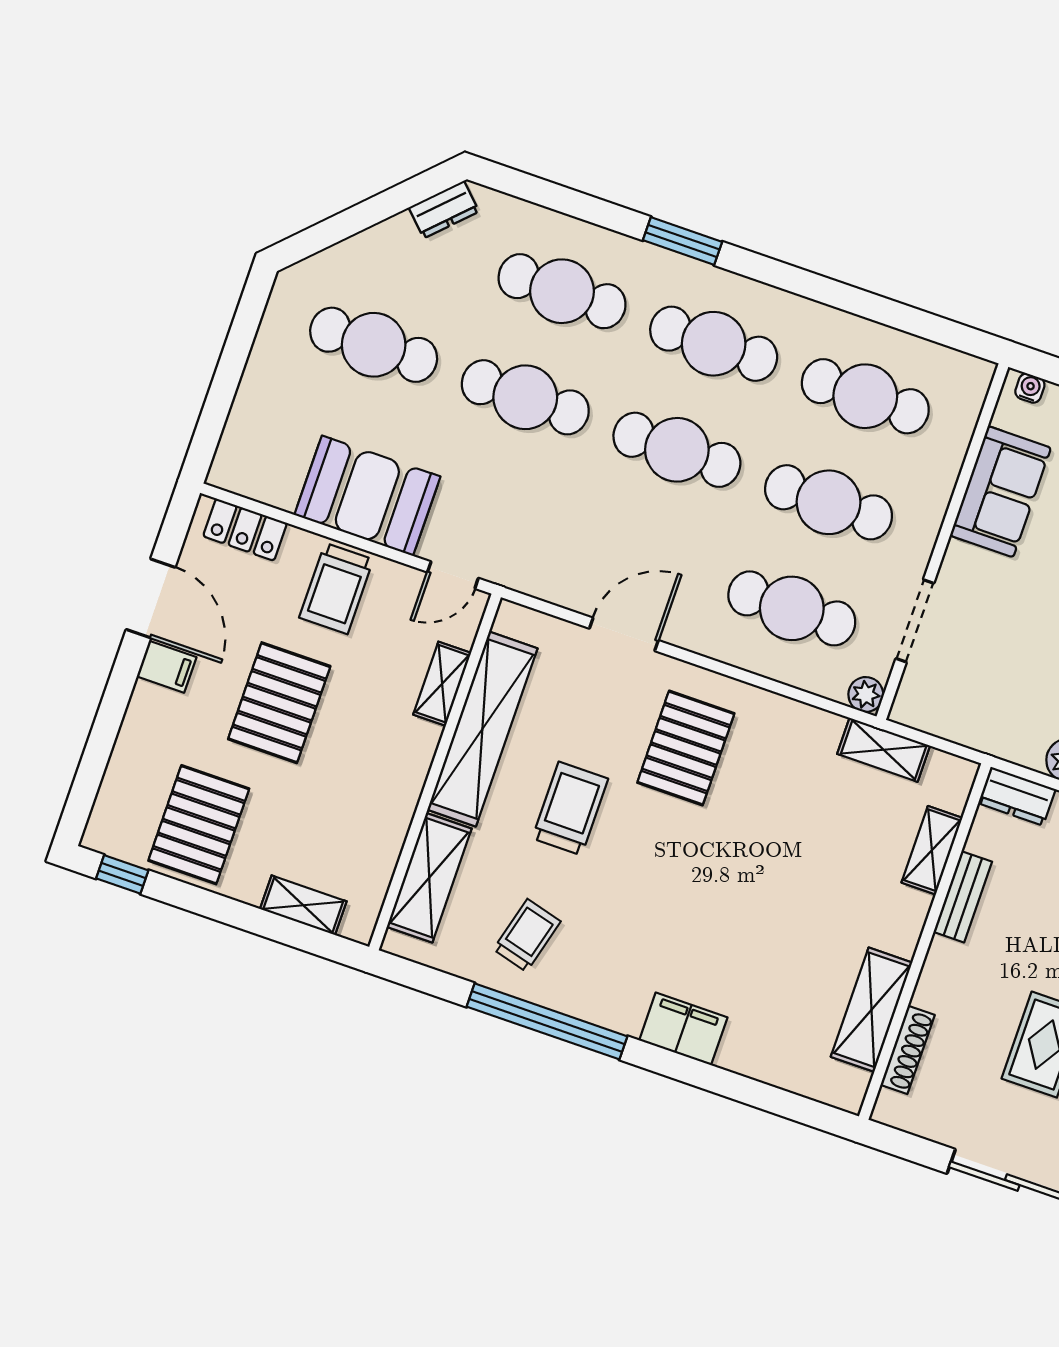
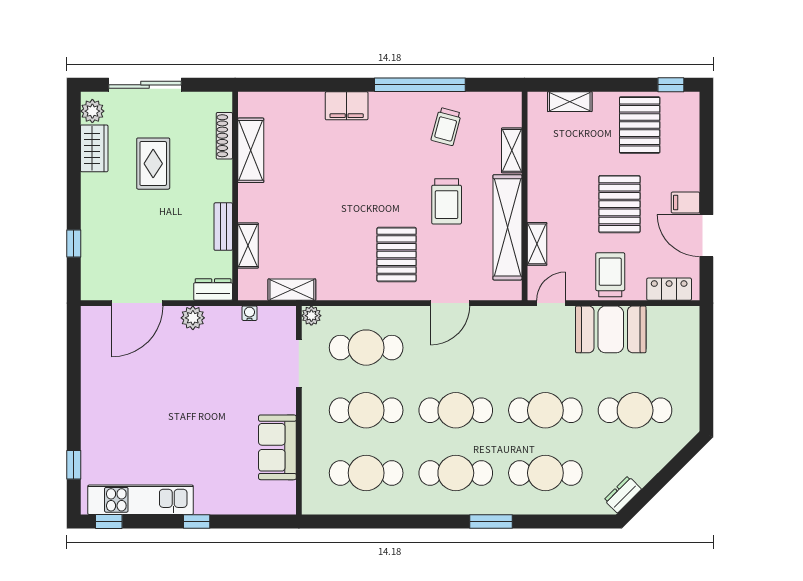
water cooler: (1030, 388) -> (249, 313), moved, turned 180
shelving: (429, 878) -> (512, 150), width x0.67, depth x0.75

